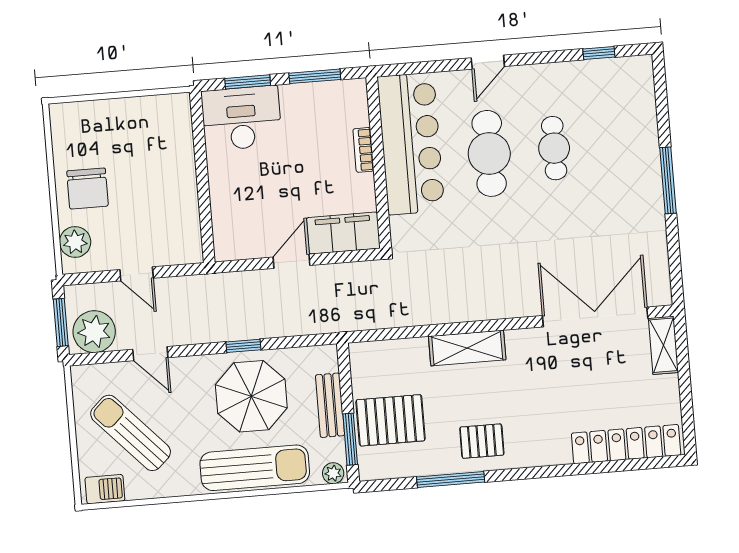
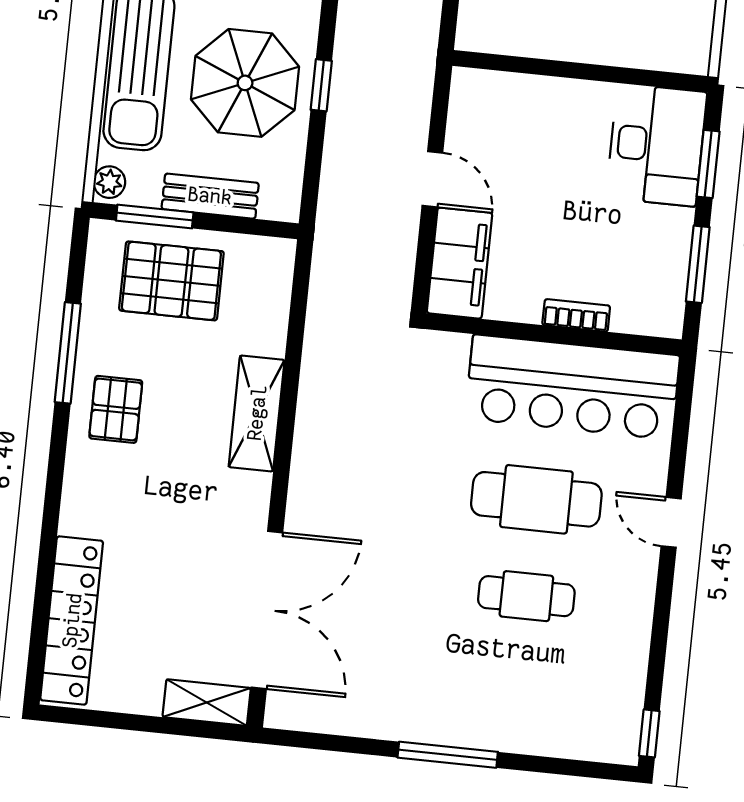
window: (599, 53) -> (649, 733), moved
pallet: (391, 420) -> (171, 281), turned 90

